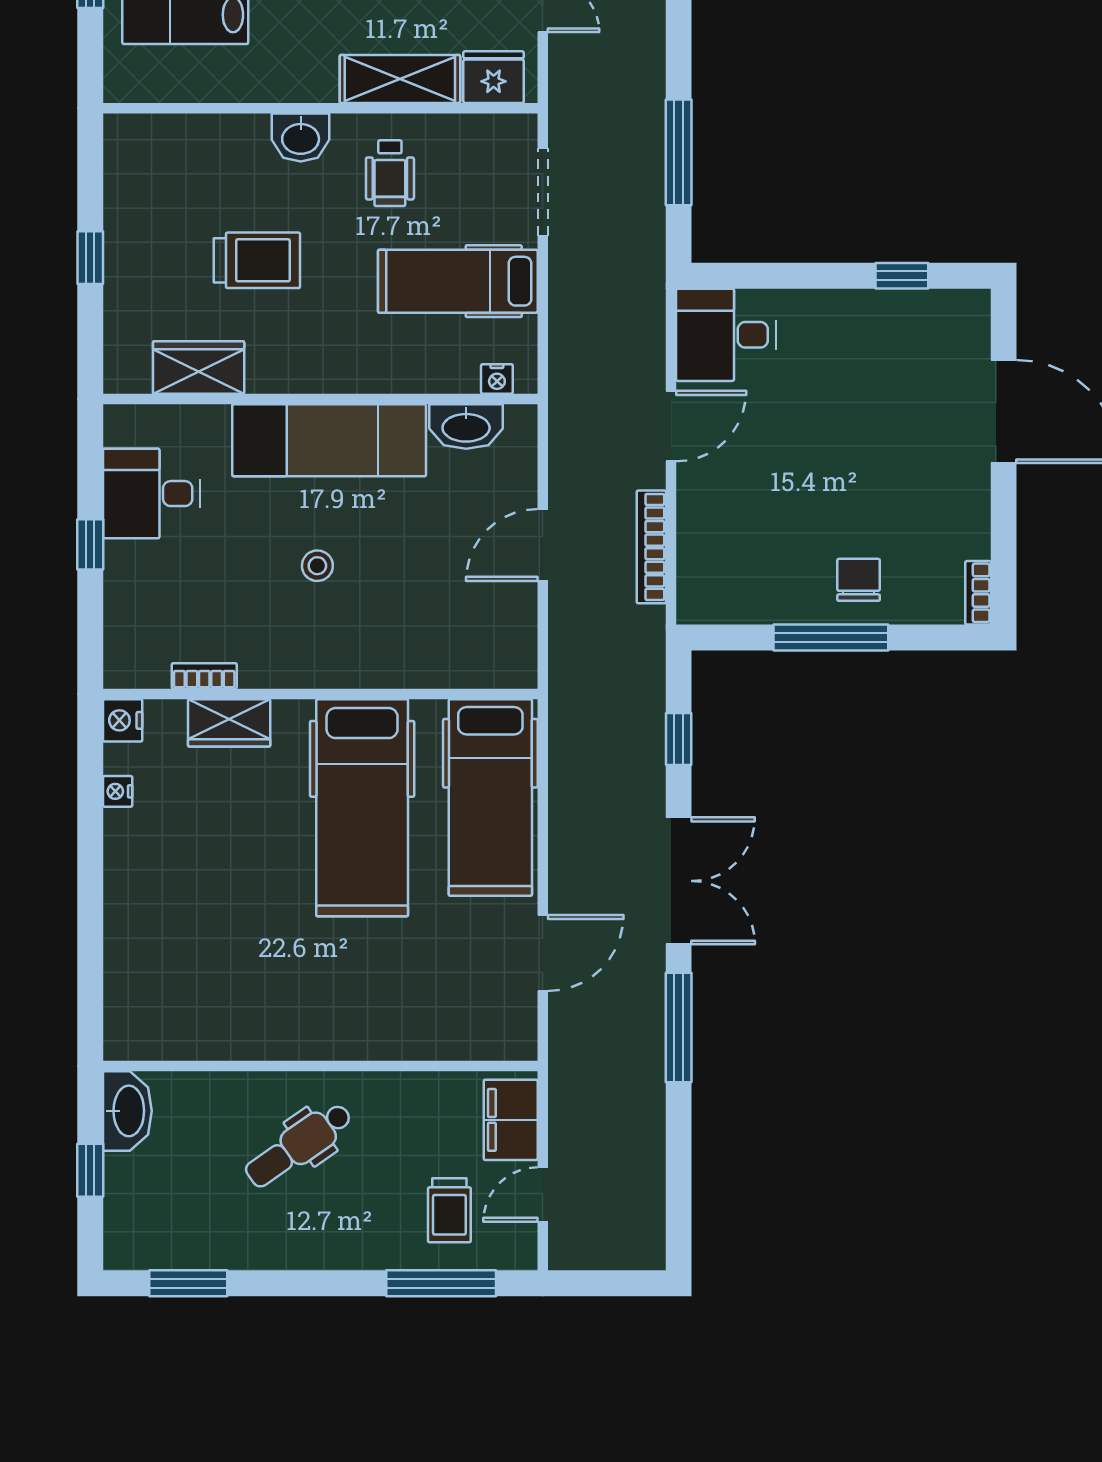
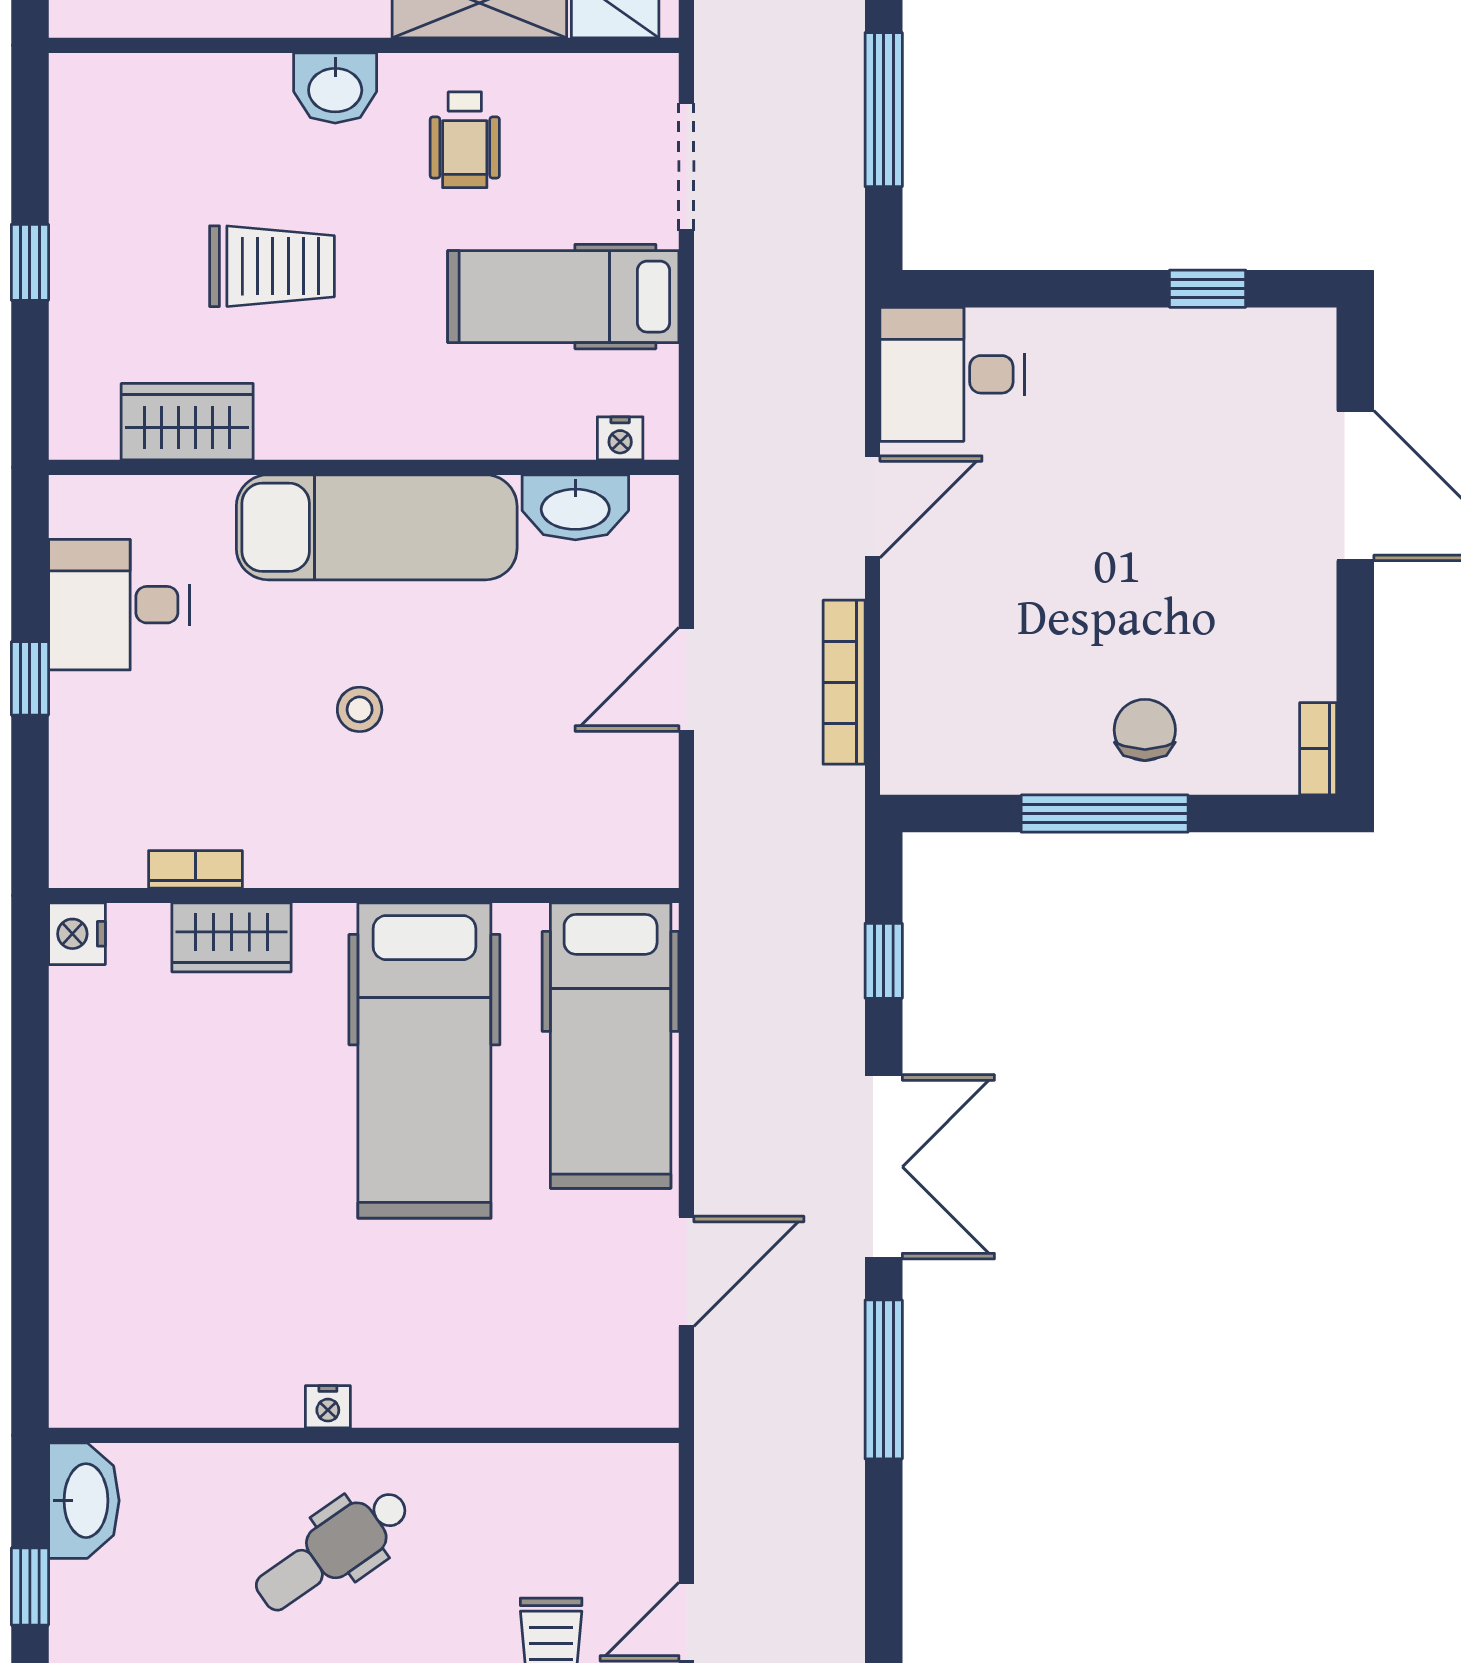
nightstand: (118, 791) -> (328, 1407), moved, turned -90
filing cabinet: (511, 1120) -> (640, 1513), removed

